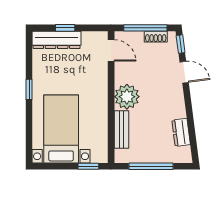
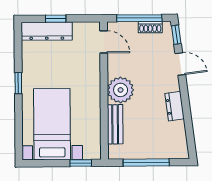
dresser: (181, 132) -> (175, 106), moved

